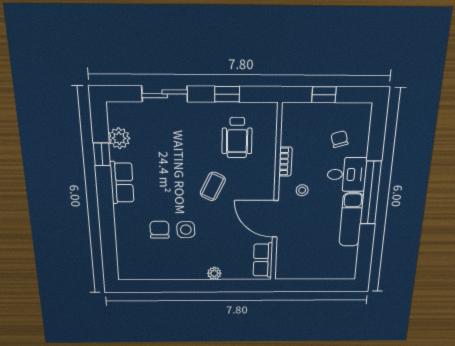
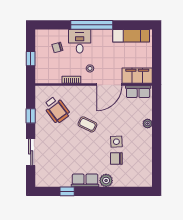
plant: (119, 138) -> (106, 180), moved
wheelchair: (237, 138) -> (57, 110), turned 53
exam couch: (351, 220) -> (131, 36), moved
filing cabinet: (287, 259) -> (137, 76), added

